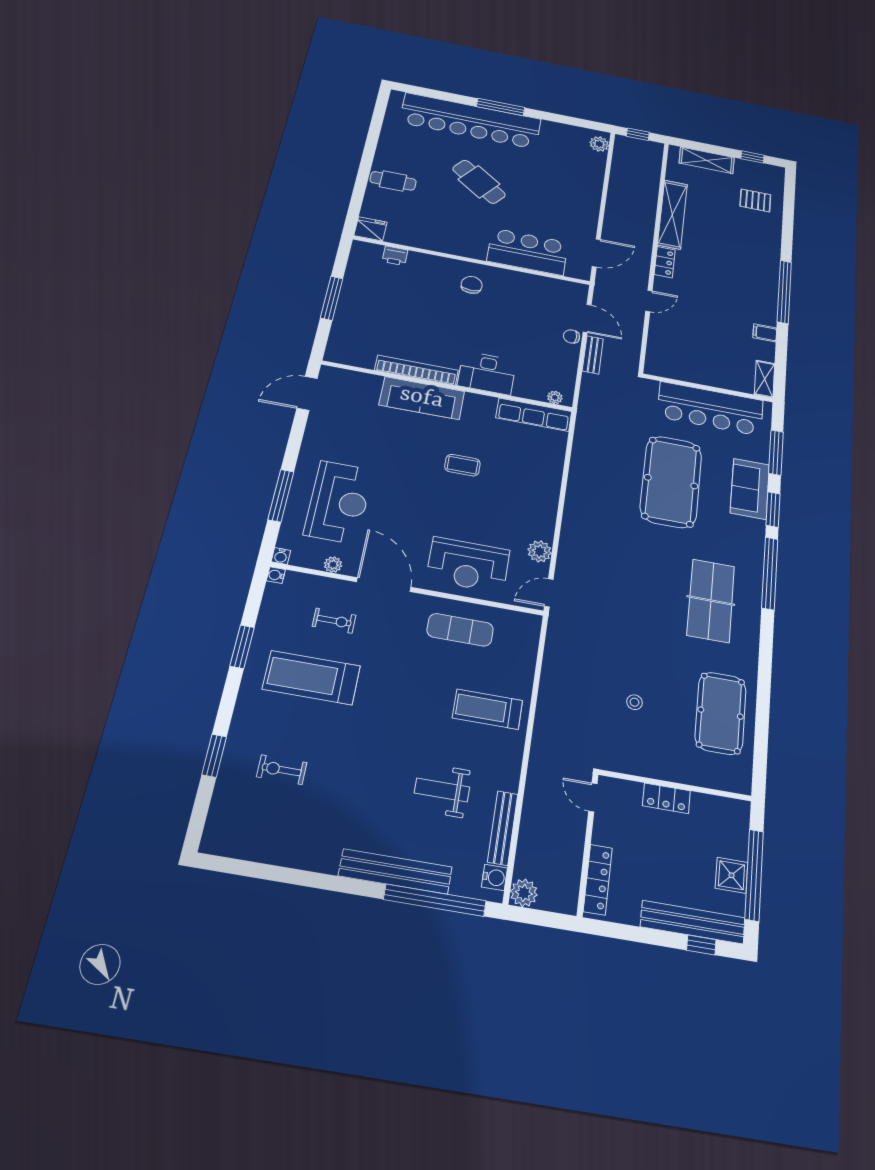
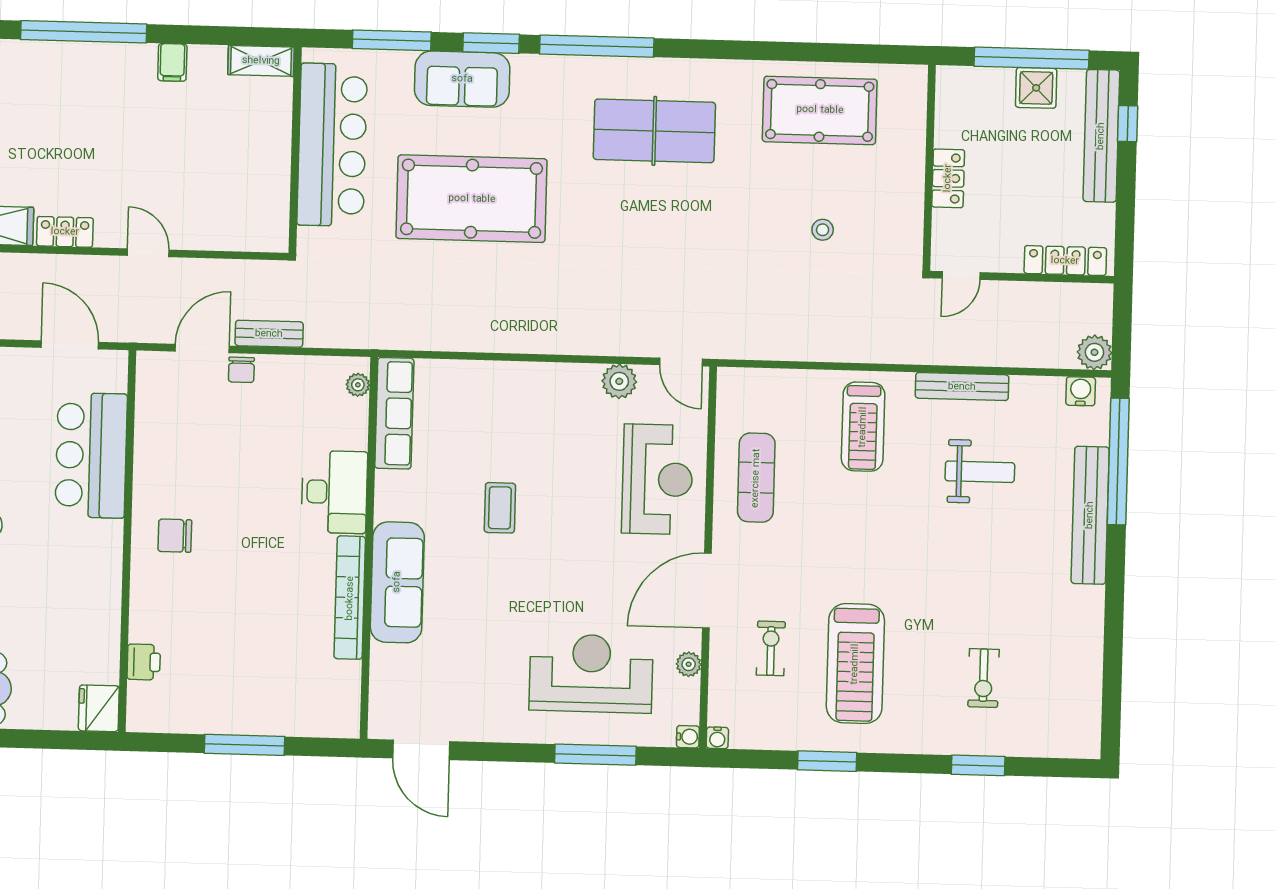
weight bench: (442, 790) -> (980, 472), turned -90
bench: (503, 828) -> (962, 387), moved

